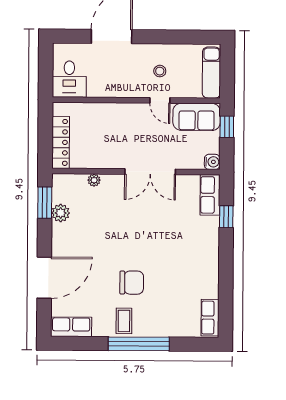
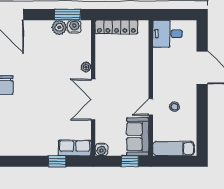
plant: (94, 180) -> (86, 67), moved
water cooler: (60, 194) -> (74, 27), added

